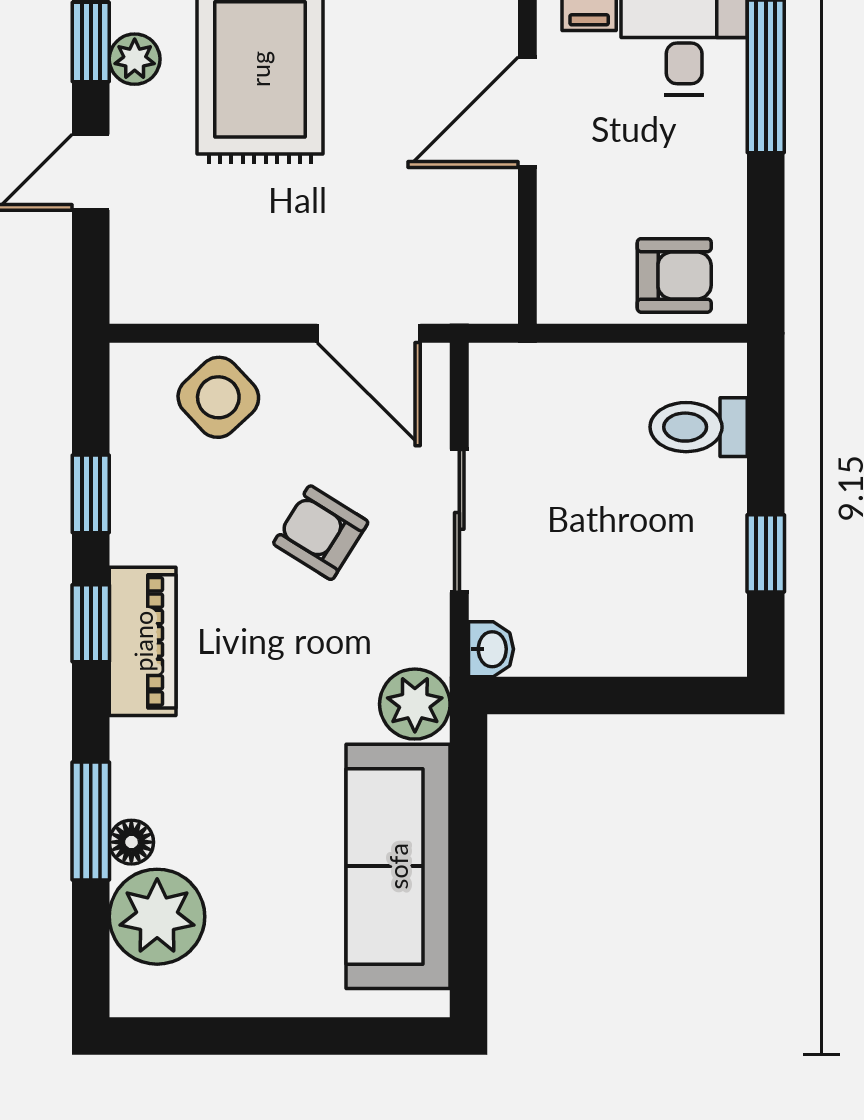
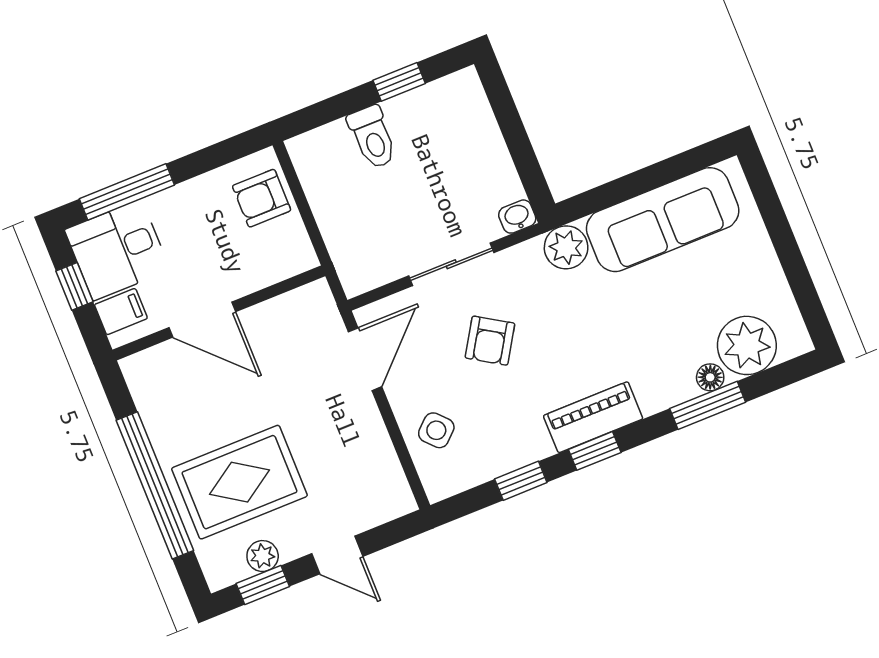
armchair: (674, 275) -> (262, 198), turned -90
side table: (218, 397) -> (436, 430), width x0.73, depth x0.73
toilet: (699, 427) -> (372, 137), moved

